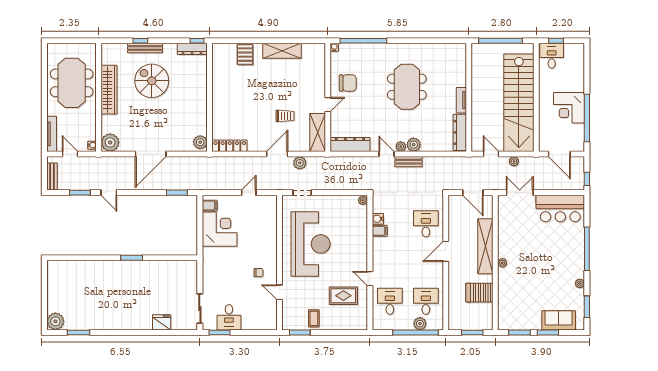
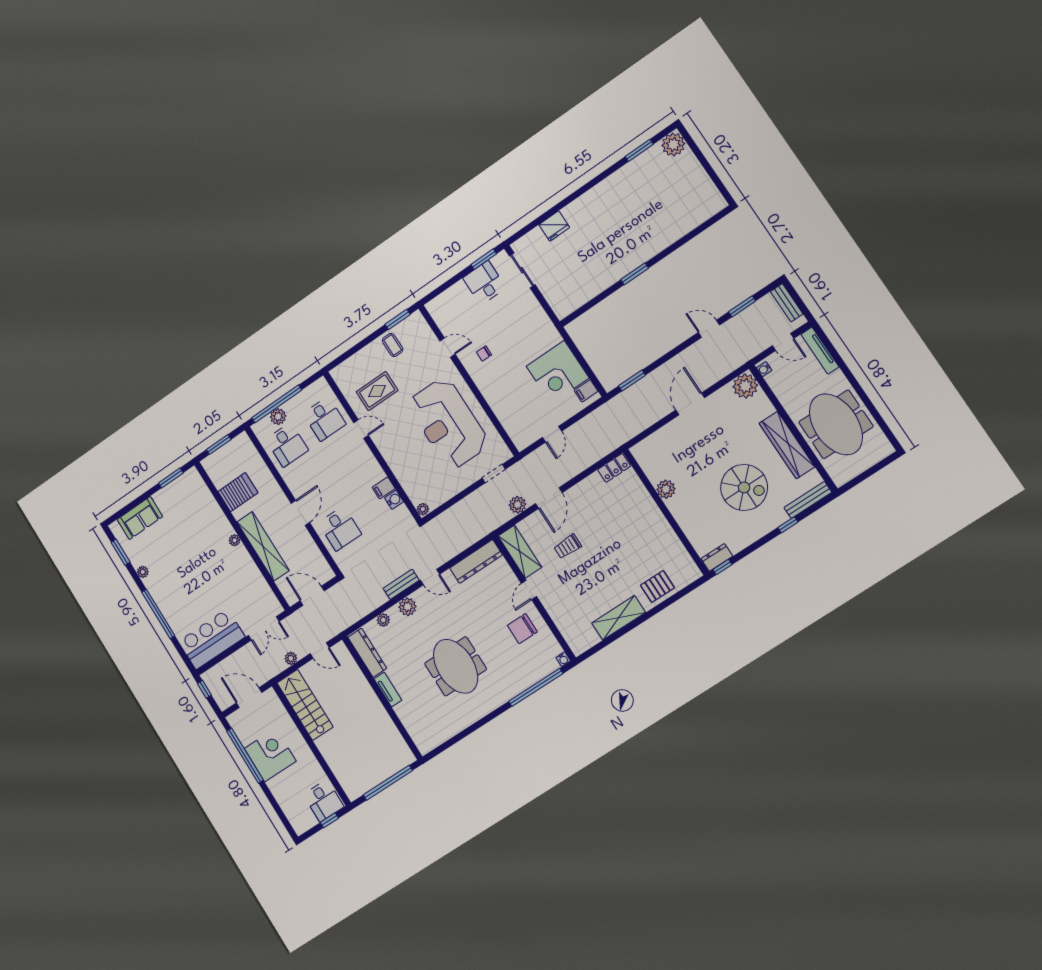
bench: (145, 48) -> (808, 500), moved
dresser: (192, 49) -> (717, 557), width x0.70
pallet: (245, 55) -> (657, 587), turned 90
stairs: (519, 103) -> (305, 705), width x0.54, depth x0.66
plant: (200, 142) -> (666, 489), moved
locker: (230, 146) -> (614, 468), width x0.66
plant: (401, 147) -> (383, 620), moved
door: (151, 154) -> (690, 404), width x0.73
window: (548, 332) -> (142, 498), removed

